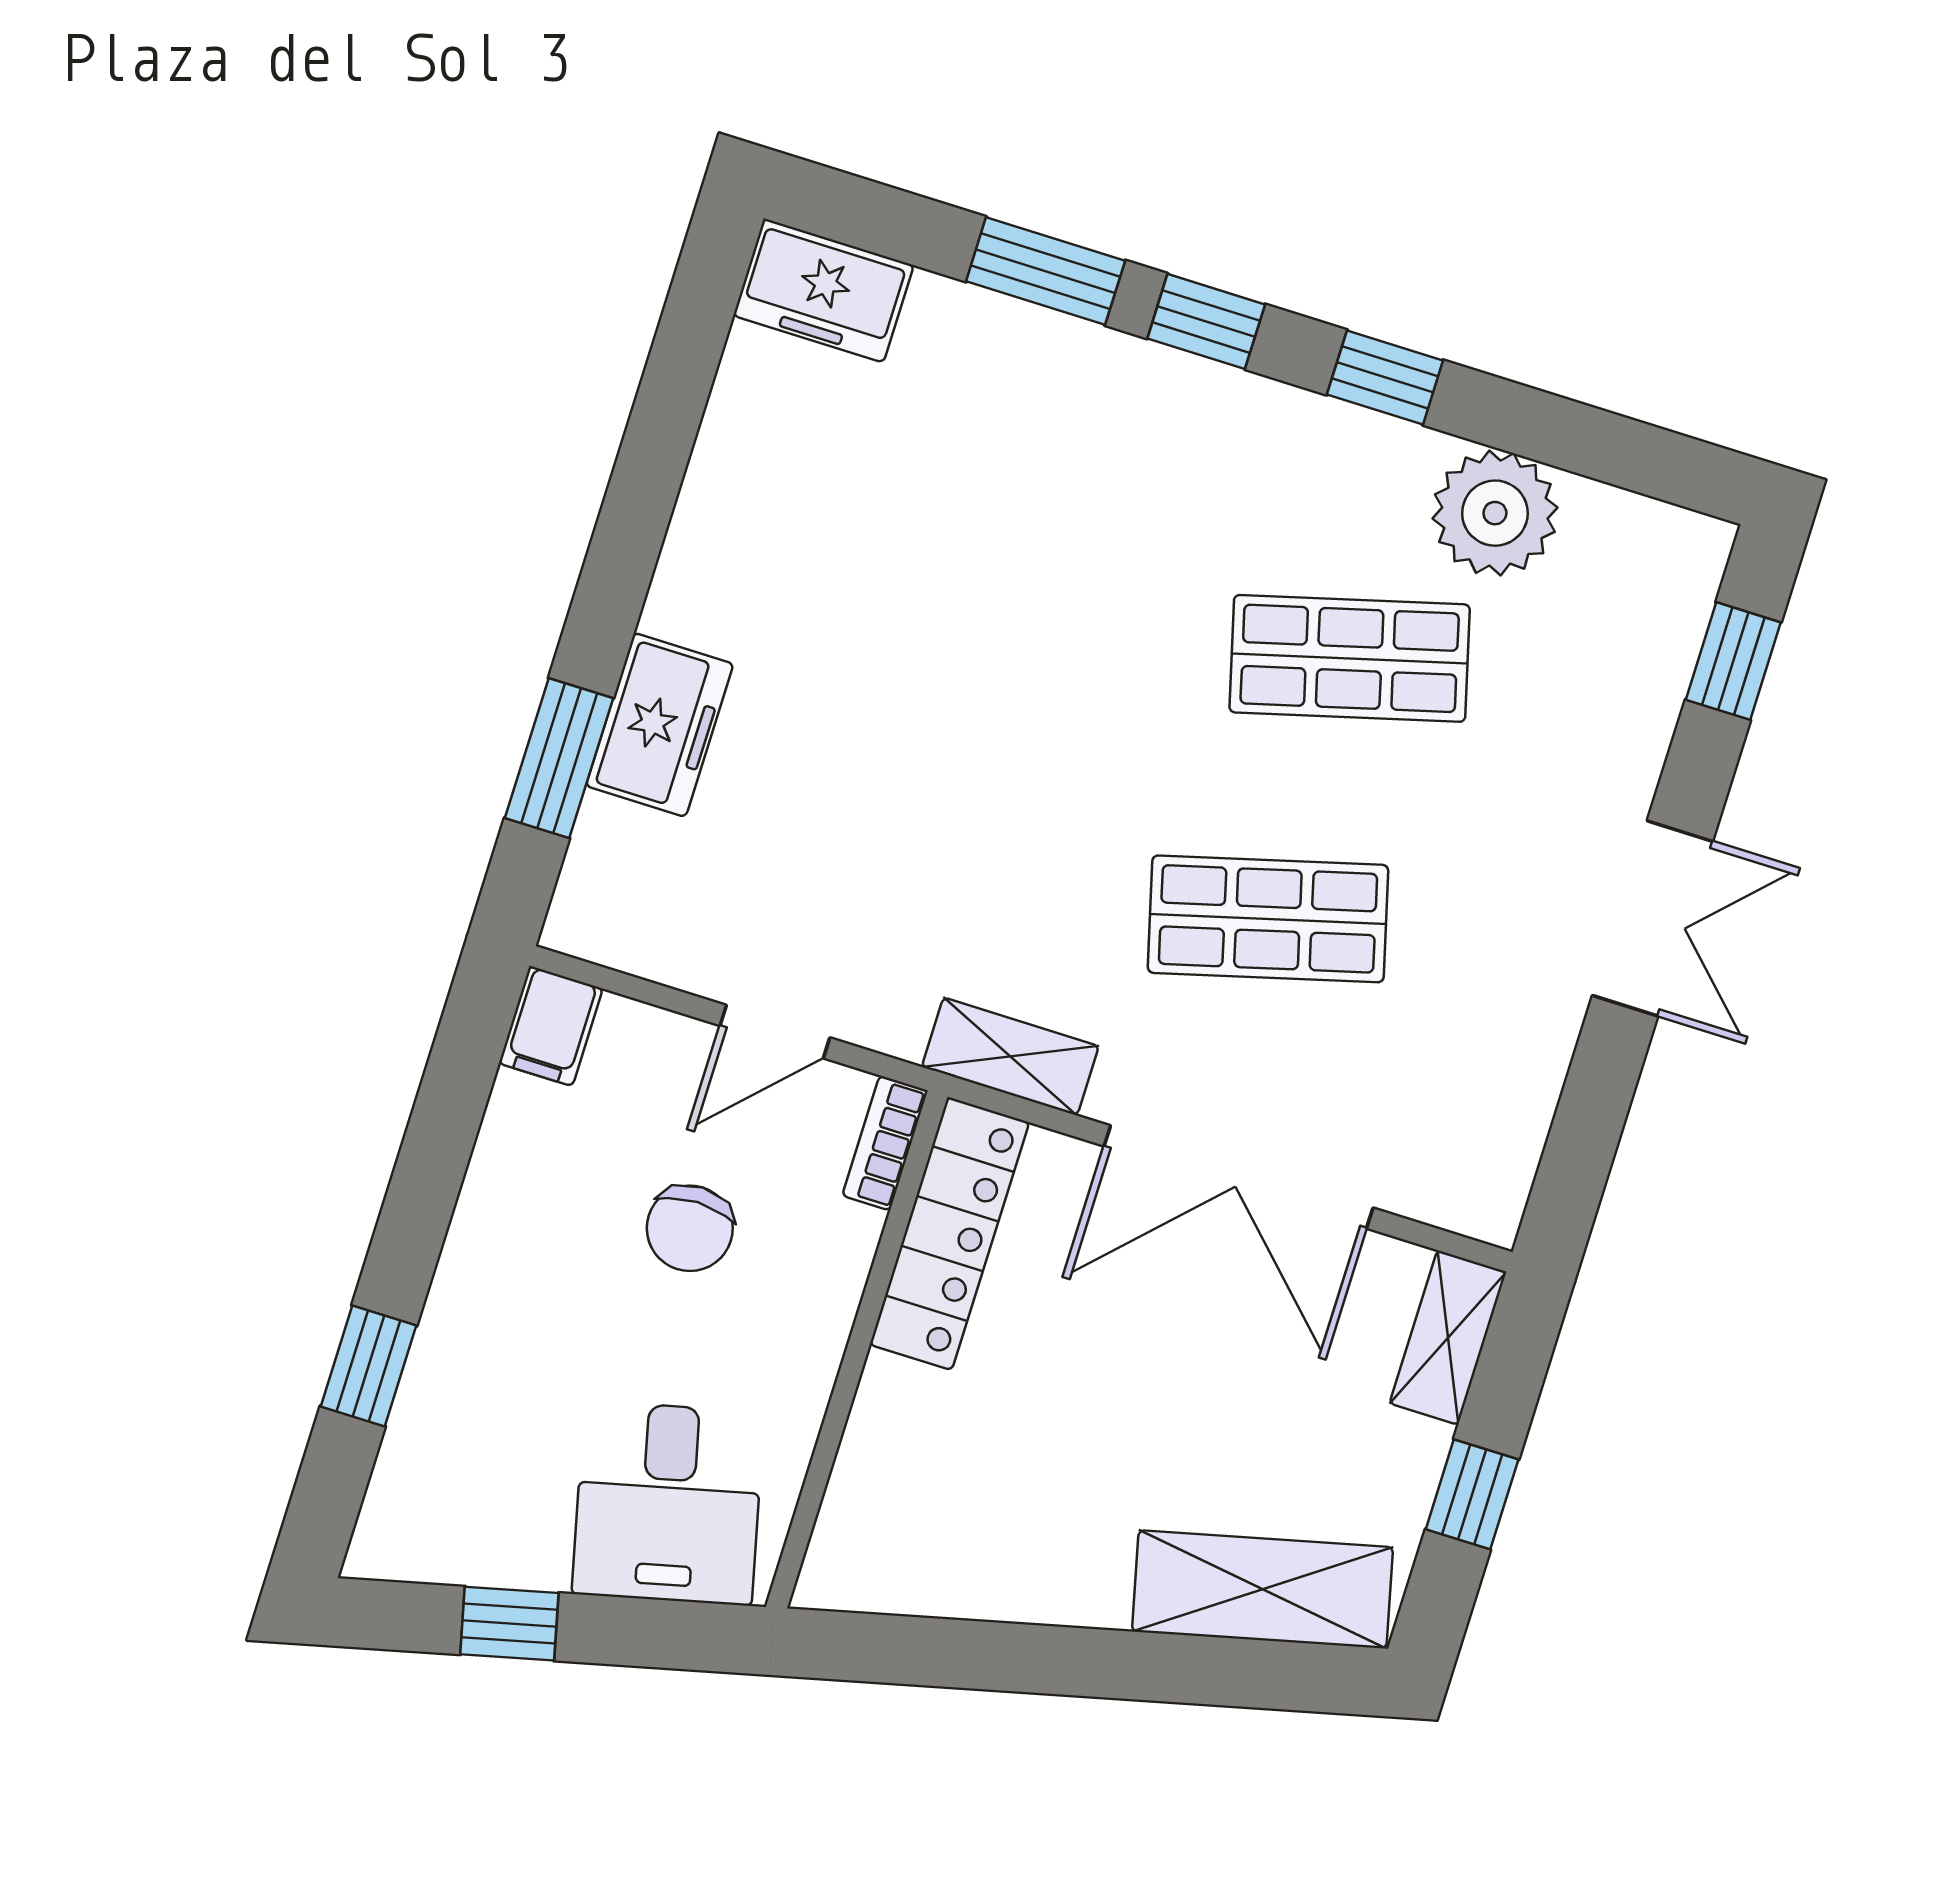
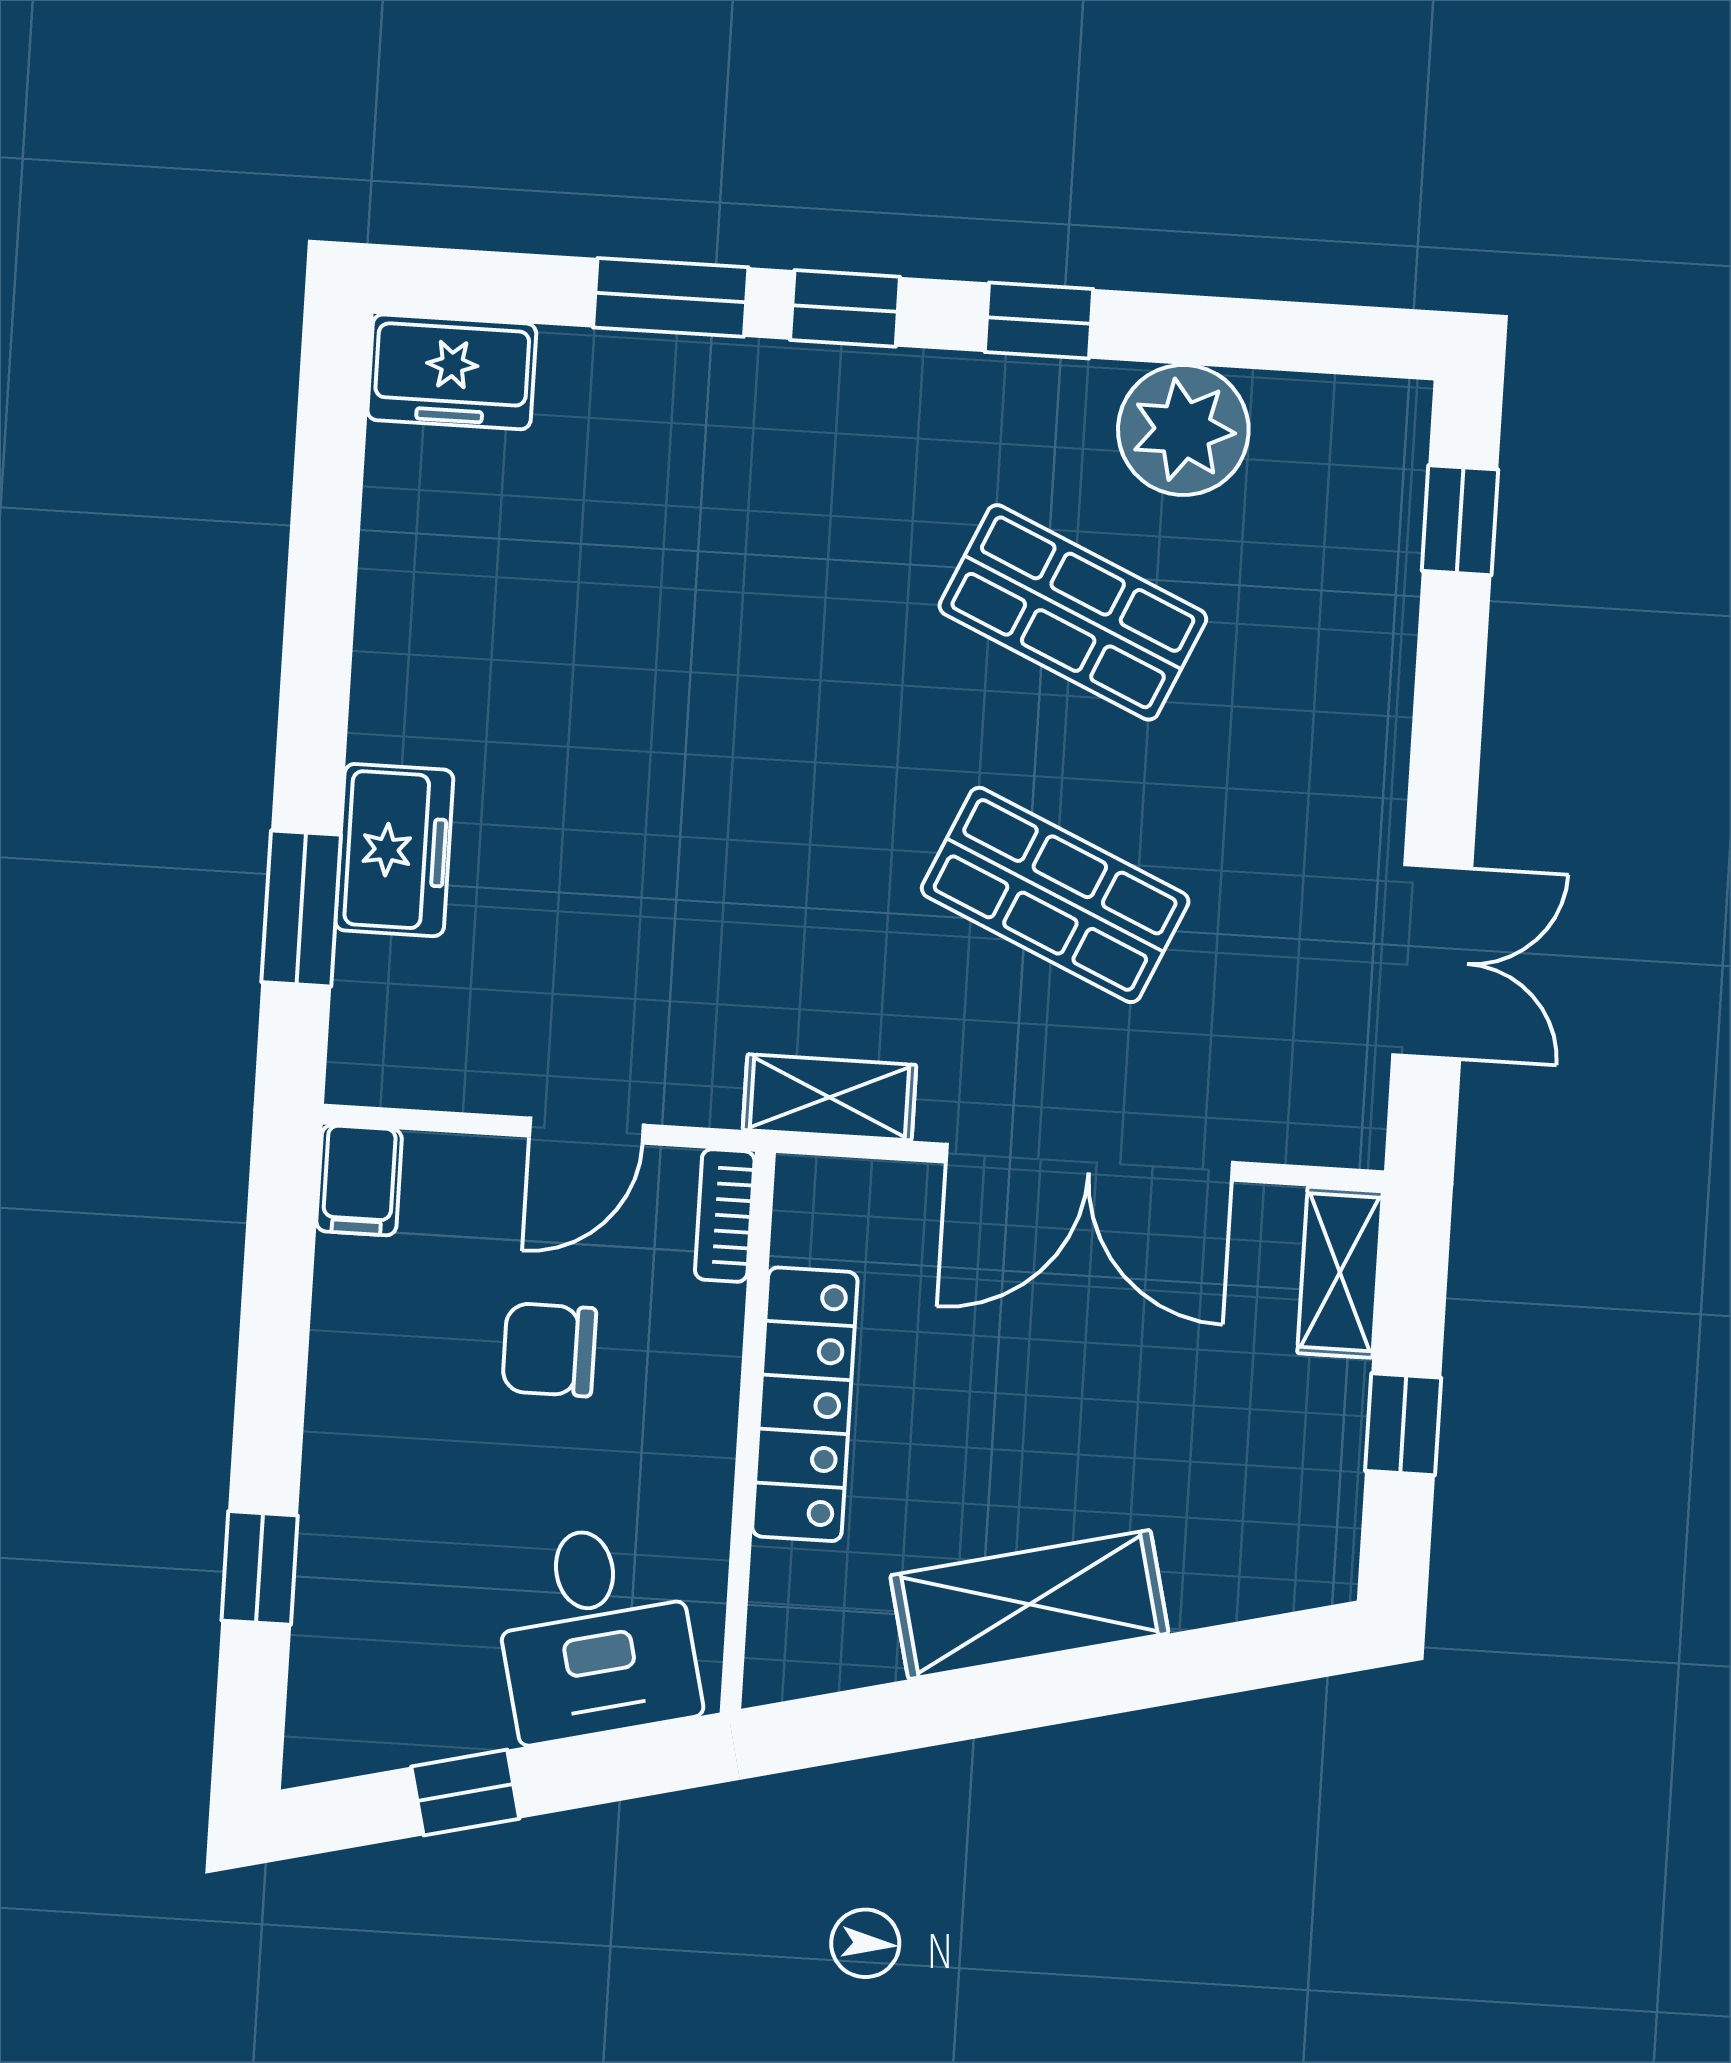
shop shelf: (1350, 658) -> (1073, 612), turned 39
double door: (1653, 918) -> (1432, 962), moved
shop shelf: (1268, 919) -> (1055, 895), turned 39
chair: (690, 1228) -> (549, 1350), turned 90
locker: (949, 1233) -> (805, 1404), moved
shelving: (1263, 1589) -> (1029, 1604), moved

